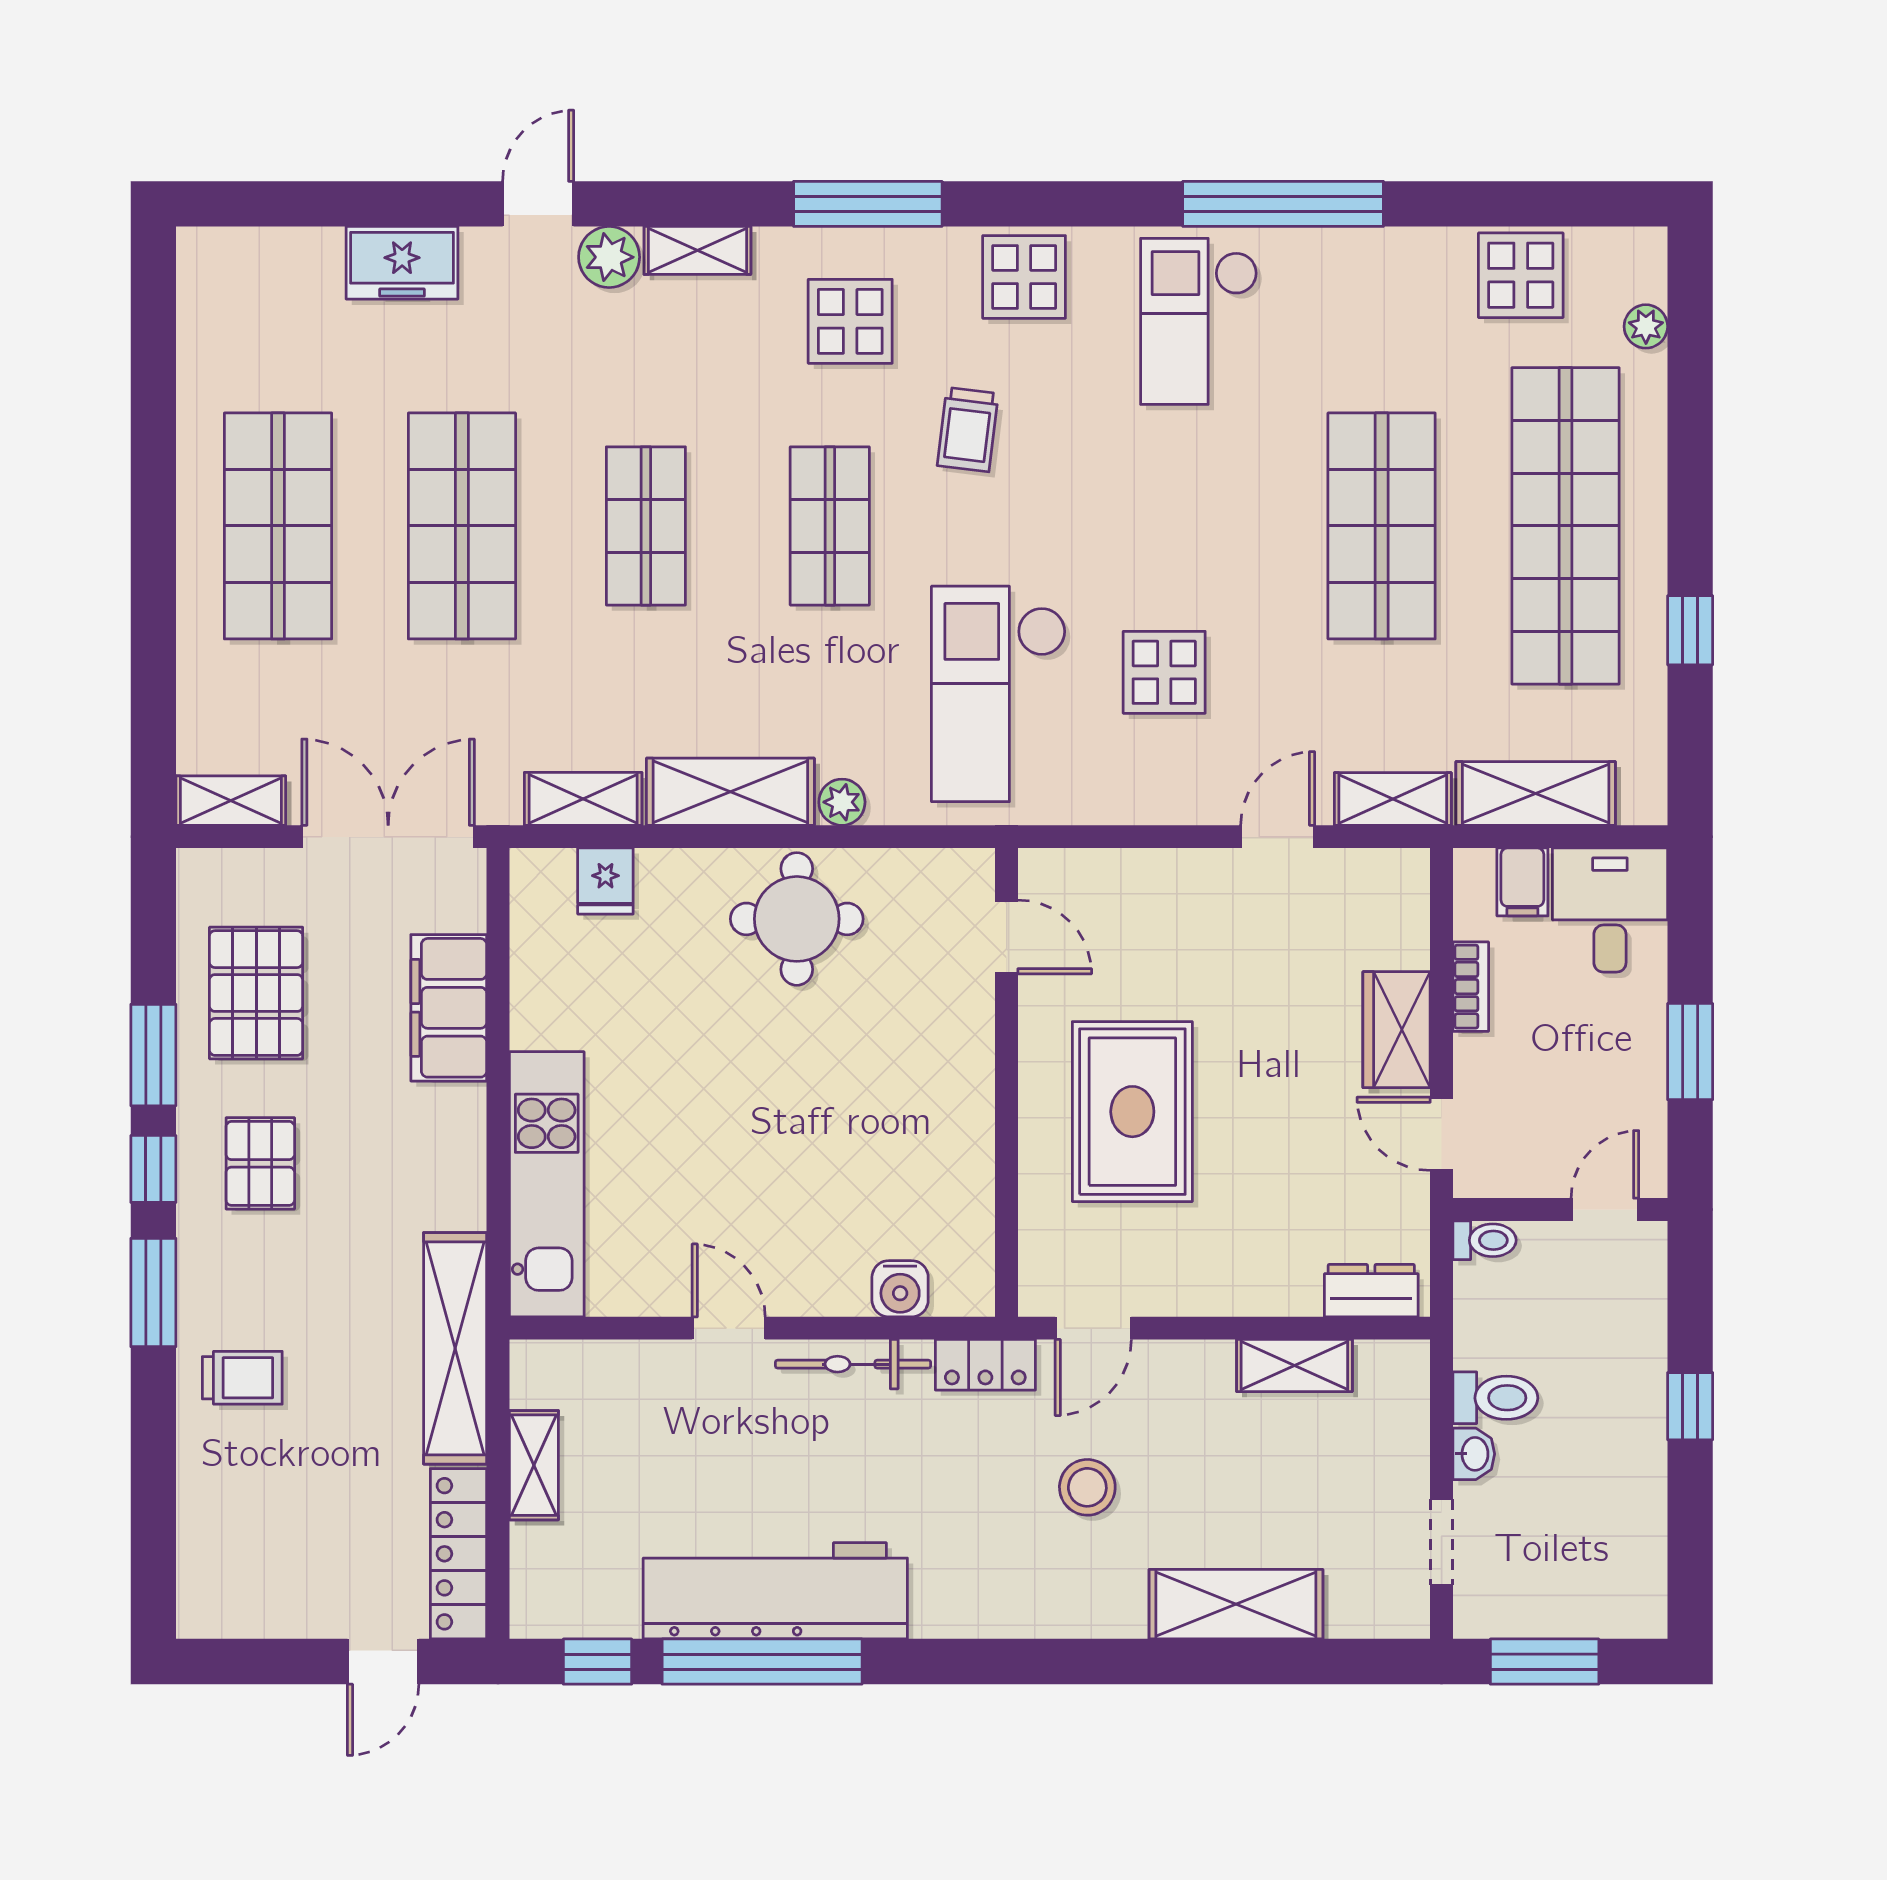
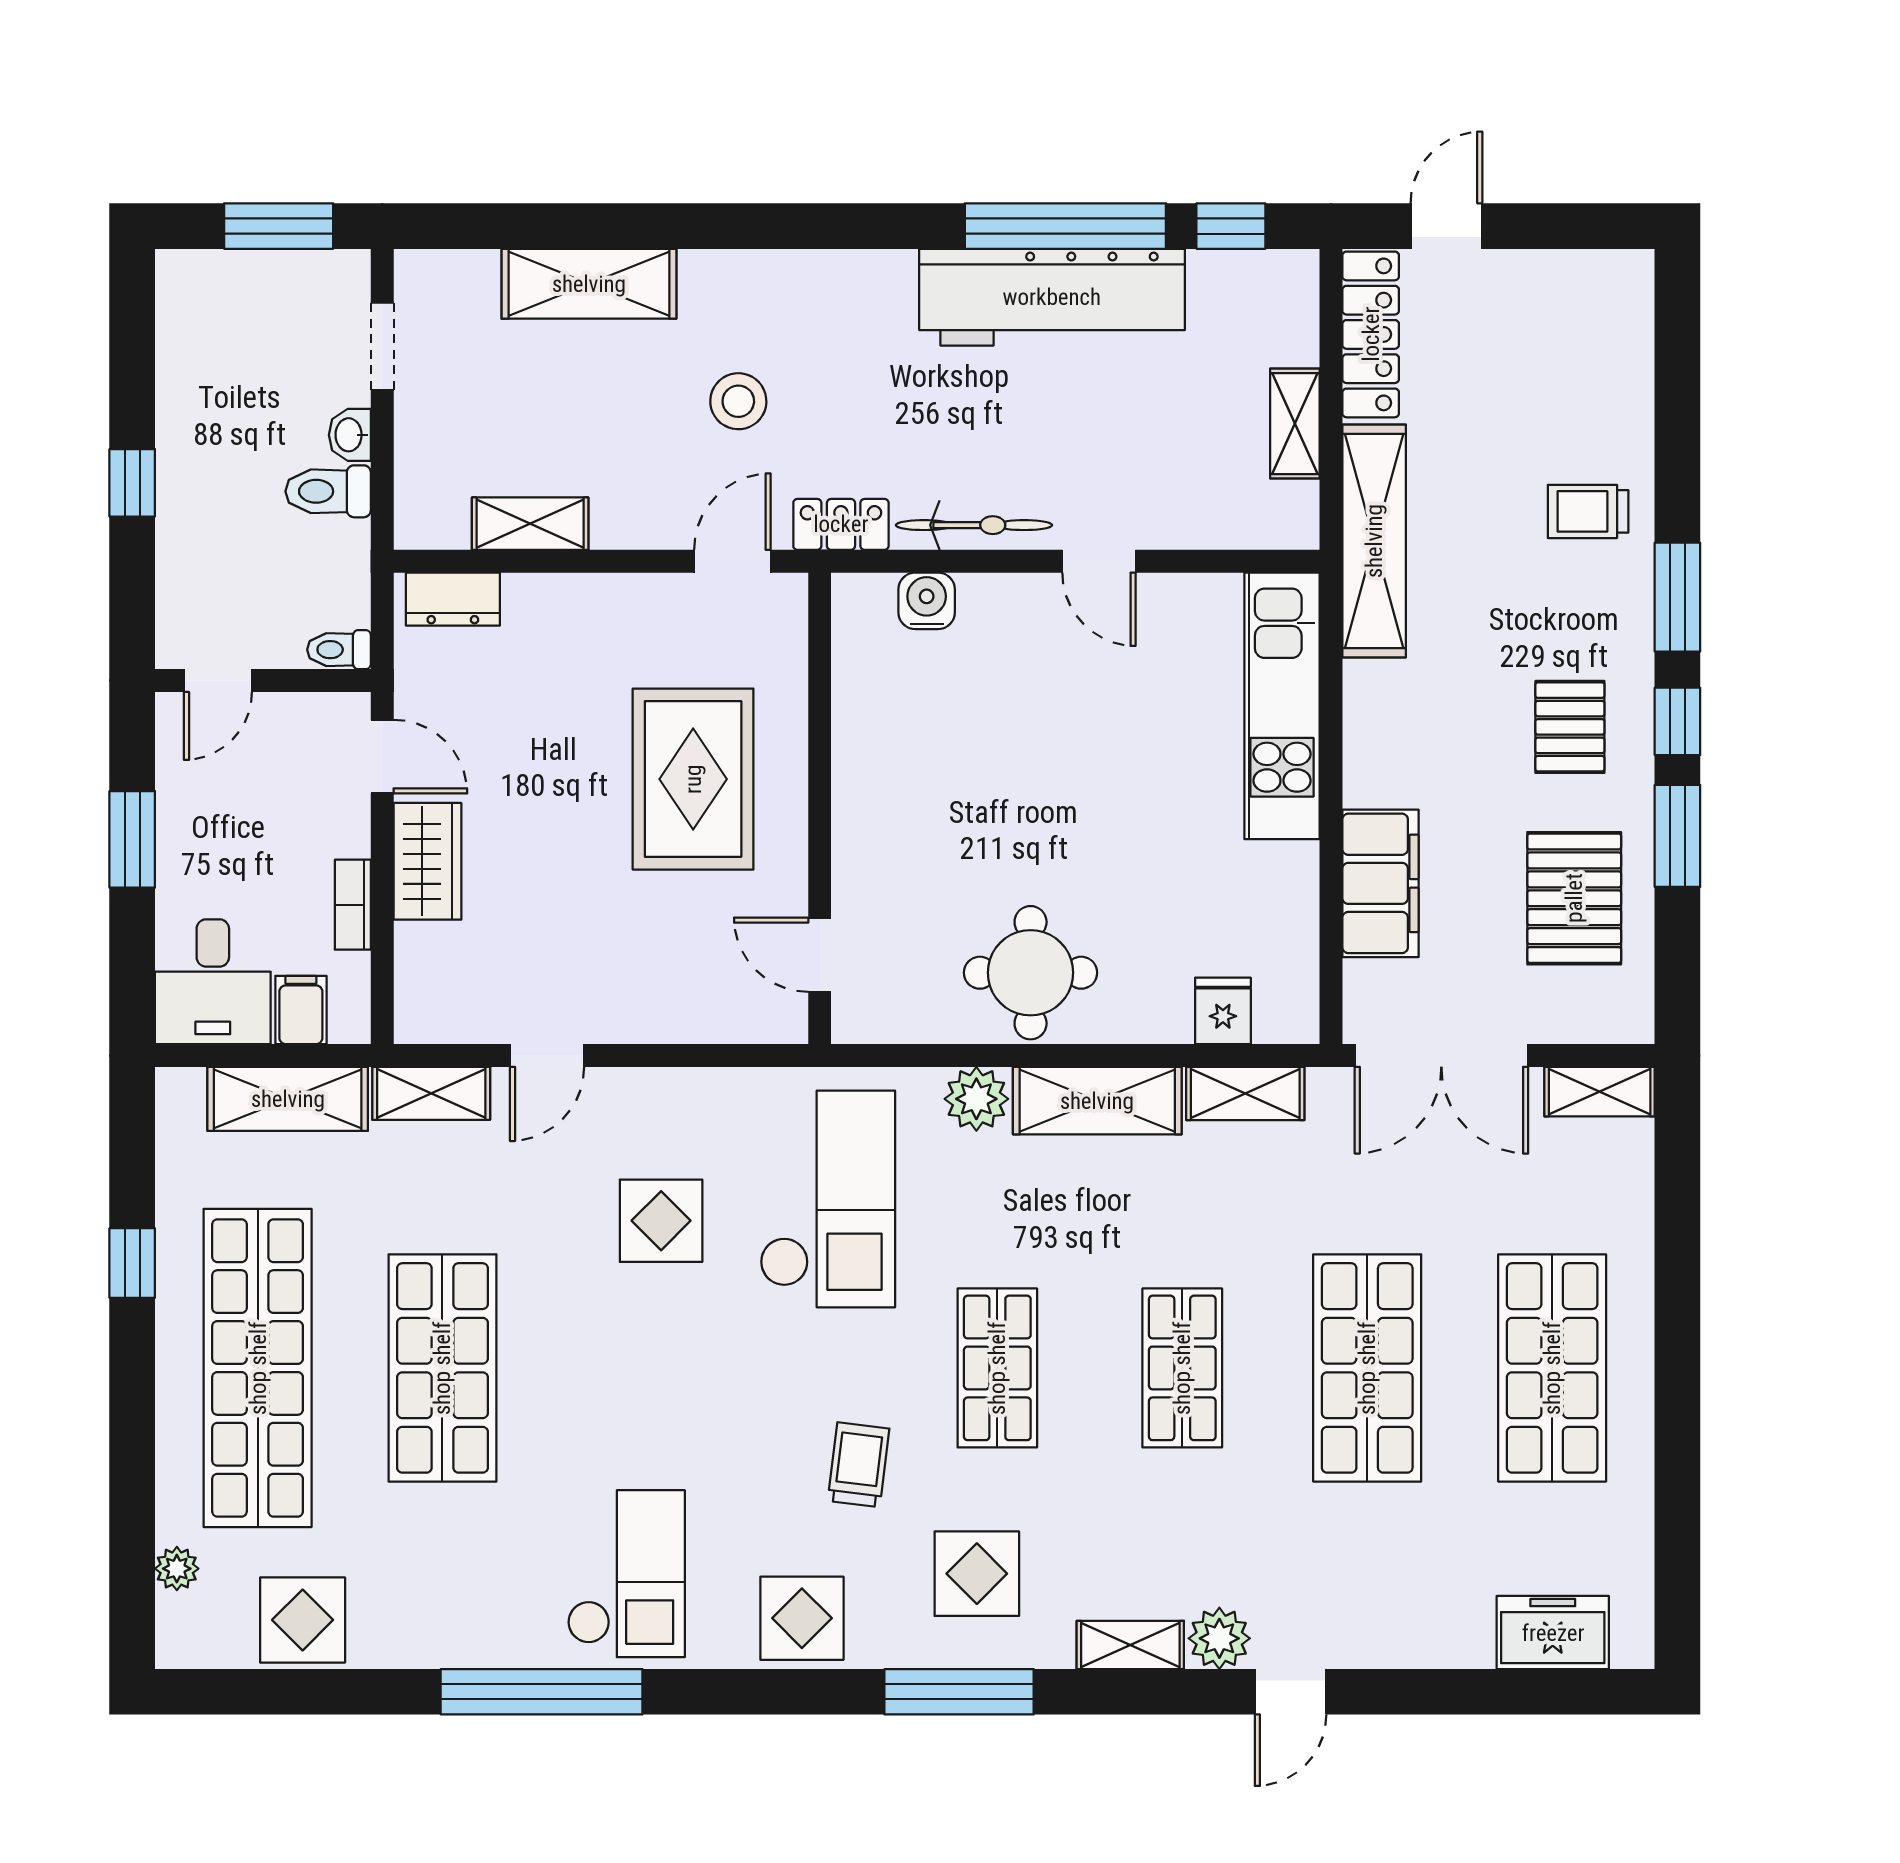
freezer: (402, 263) -> (1553, 1633), moved
plant: (842, 802) -> (976, 1099), width x1.38, depth x1.38

